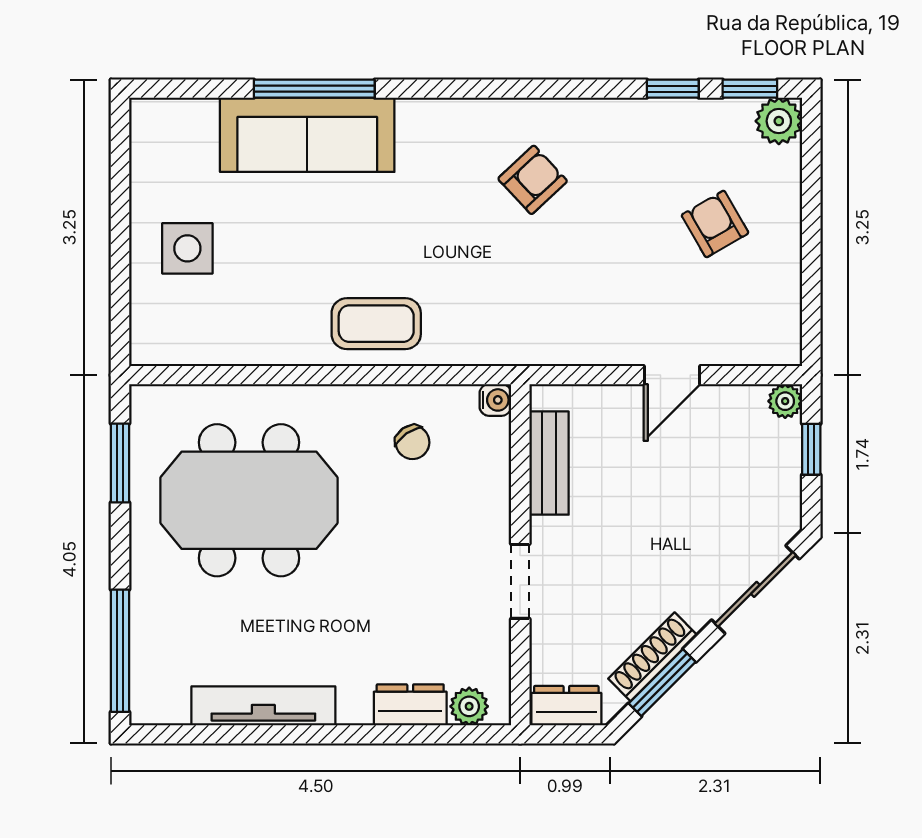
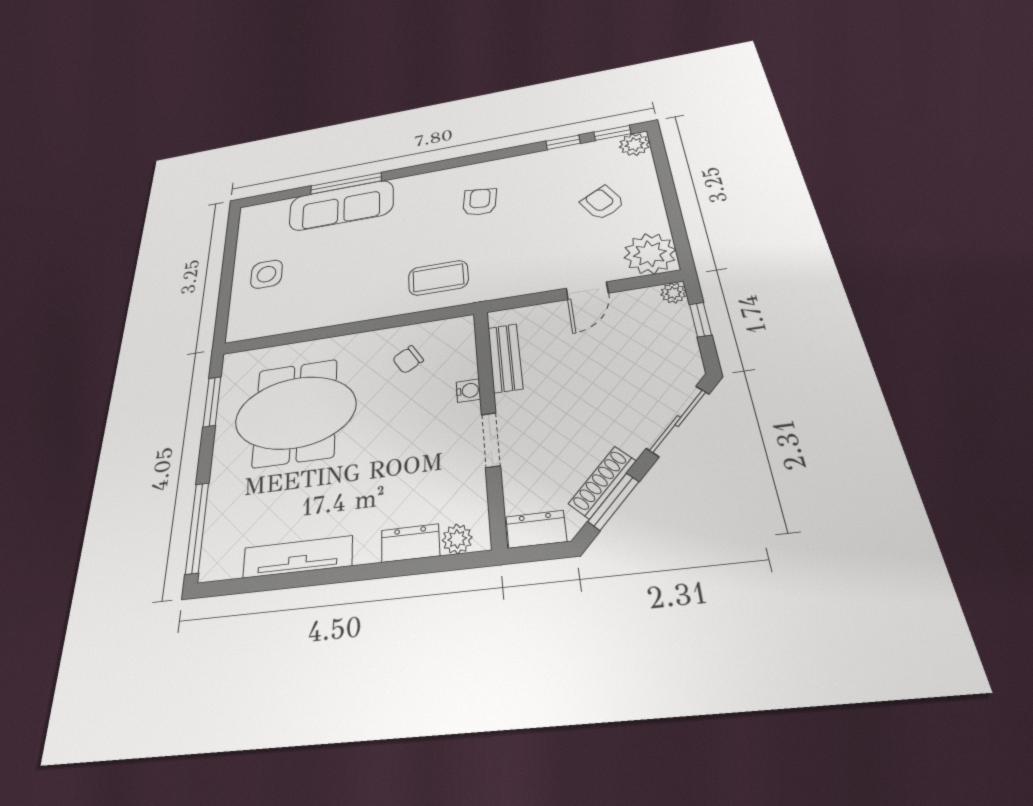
armchair: (533, 180) -> (480, 202), turned -39
coffee table: (376, 324) -> (438, 278), moved
plant: (766, 330) -> (650, 254), added
water cooler: (495, 400) -> (468, 391), moved
chair: (413, 442) -> (408, 360), turned 94

